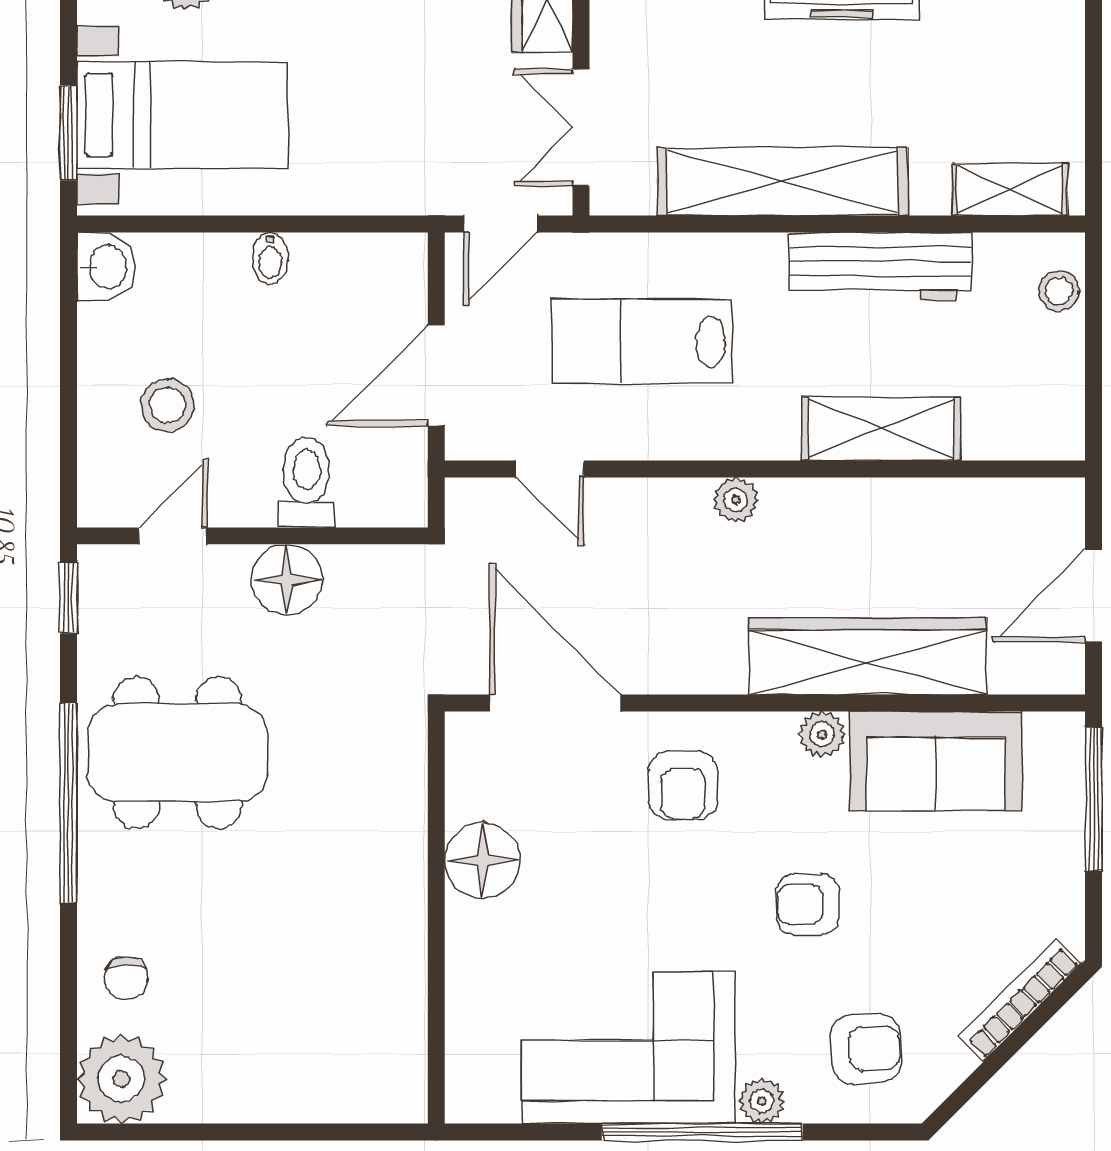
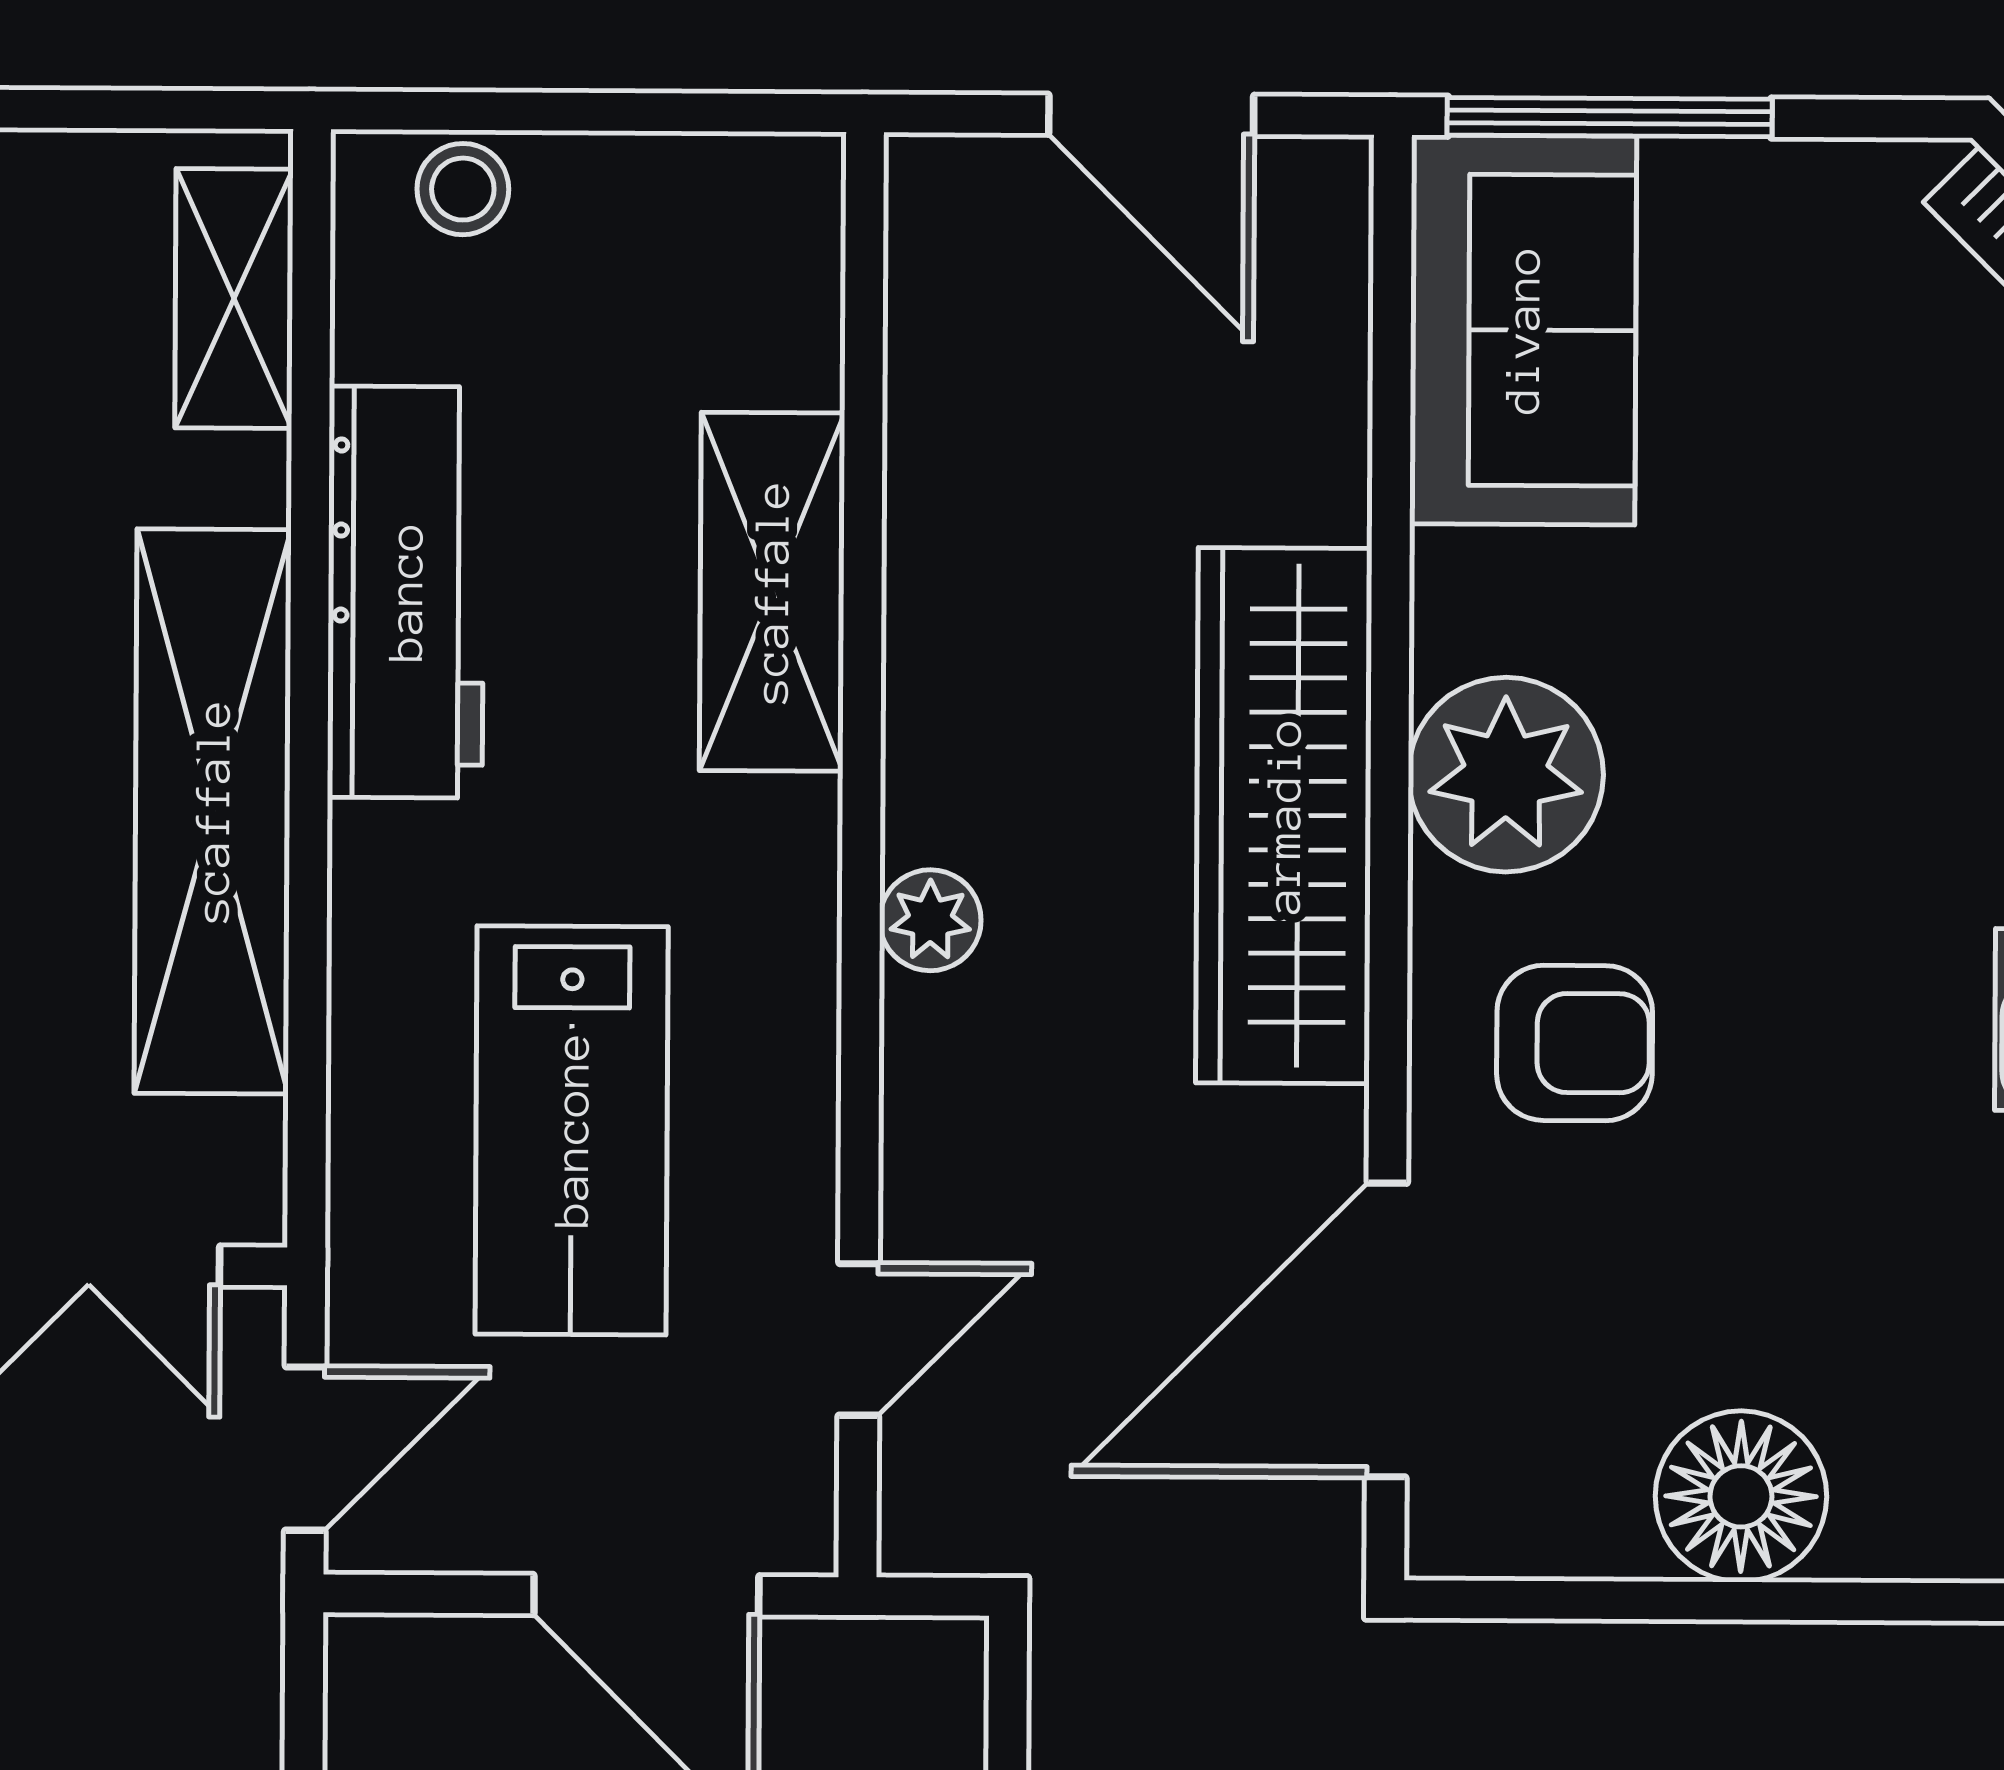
door: (500, 224) -> (305, 1449), hinge flipped
wardrobe: (868, 656) -> (1284, 816), moved
plant: (822, 734) -> (1506, 775), width x1.88, depth x1.88
sofa: (936, 761) -> (1523, 330), moved
armchair: (808, 905) -> (1844, 763), removed

